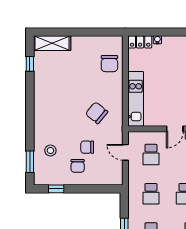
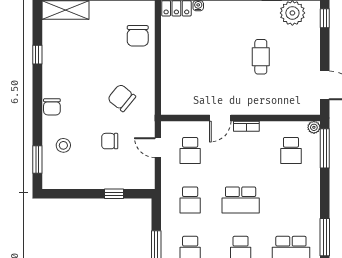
window: (30, 64) -> (37, 55), moved
kitchen unit: (136, 99) -> (171, 80), removed
chair: (78, 166) -> (52, 107), moved
window: (56, 189) -> (114, 194), moved

